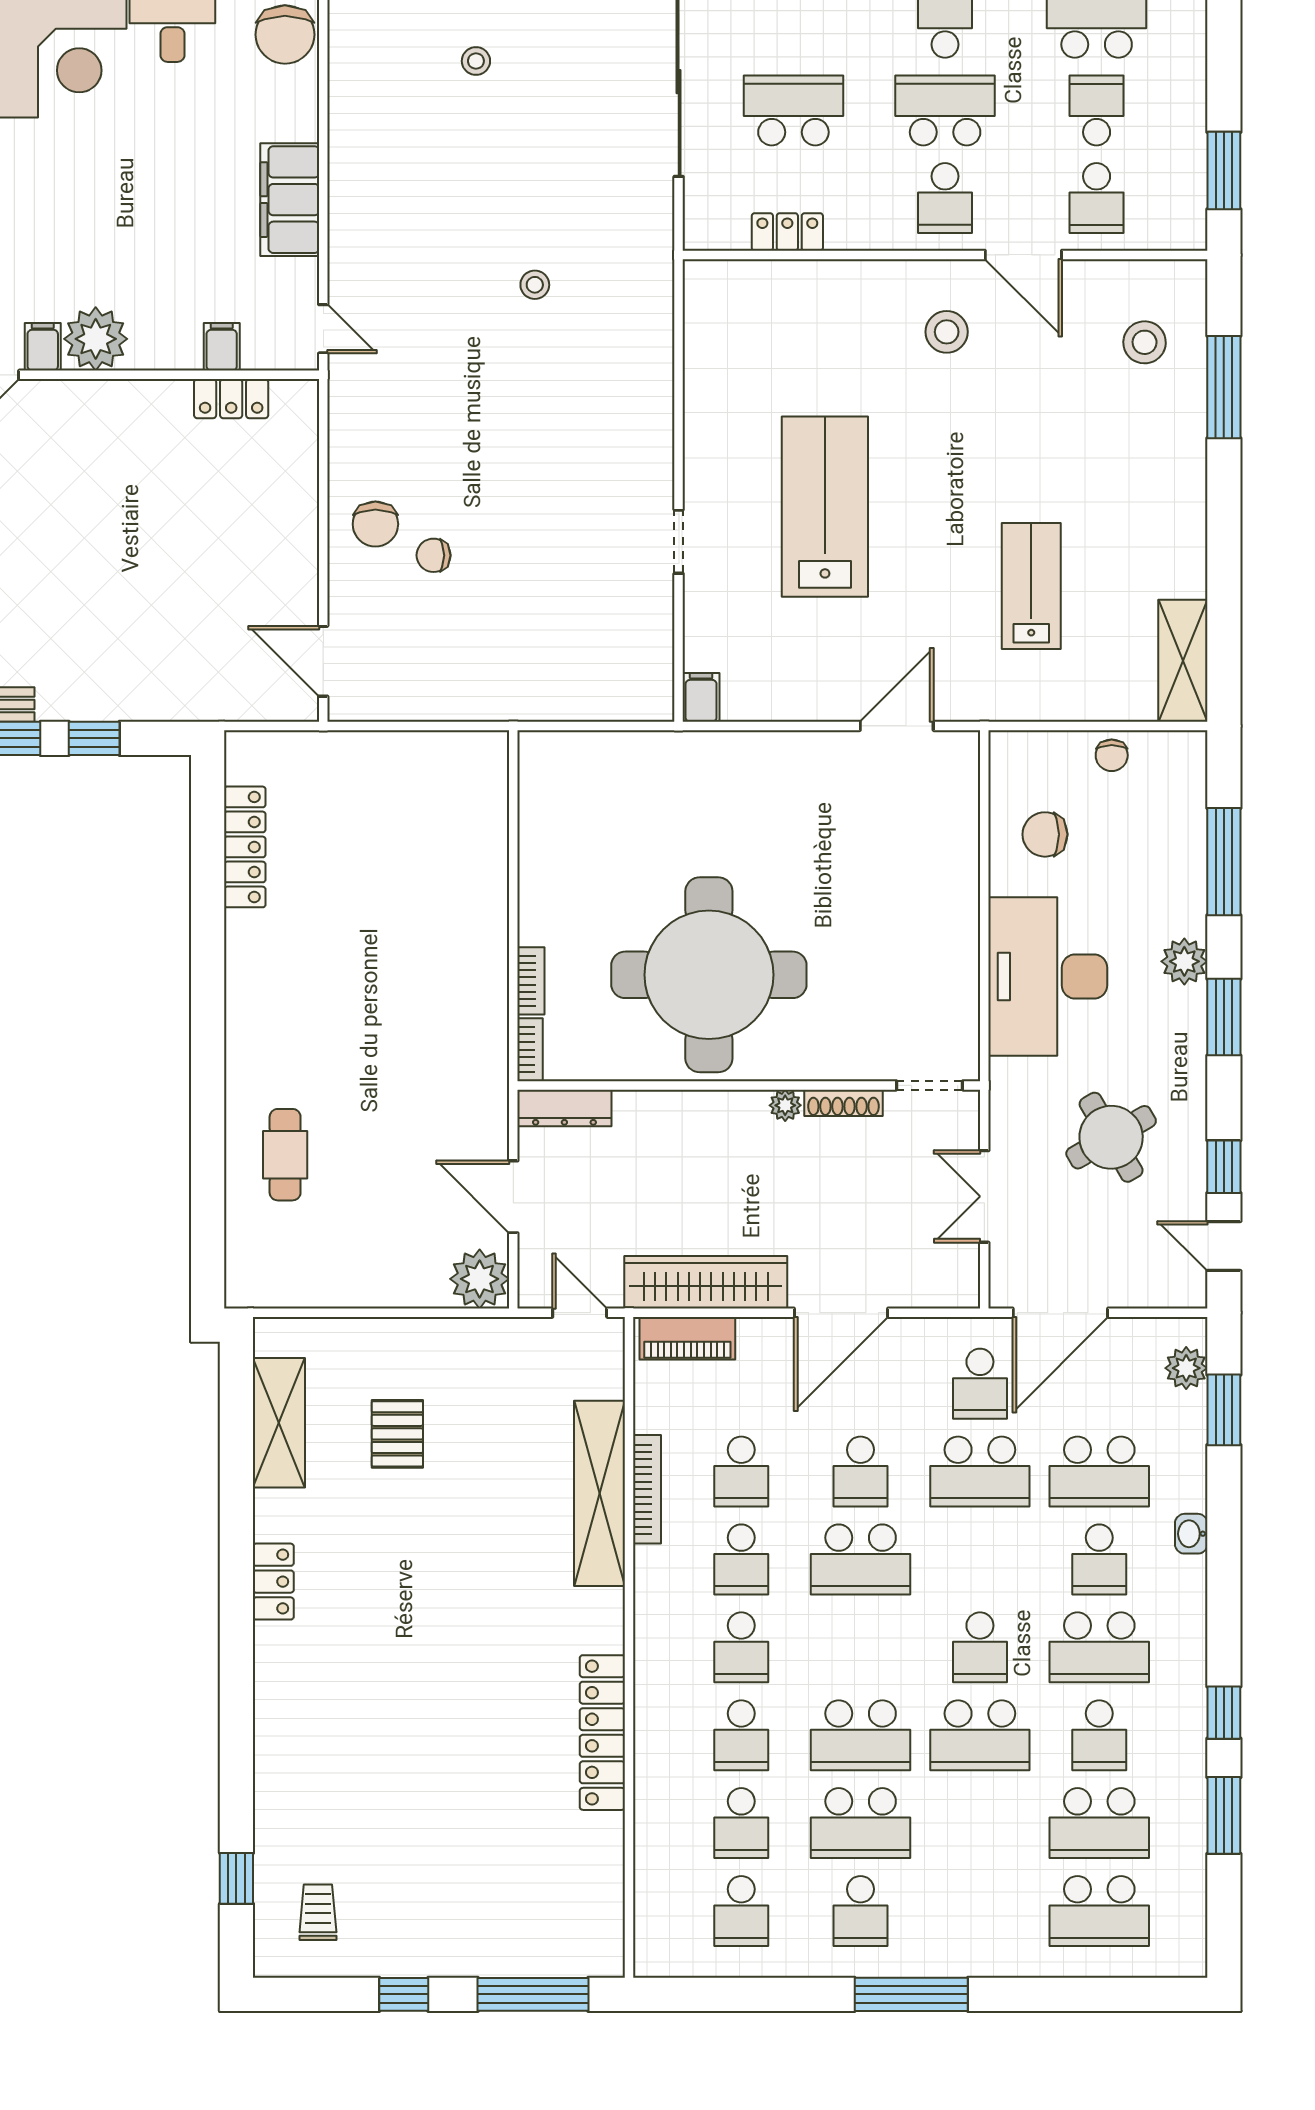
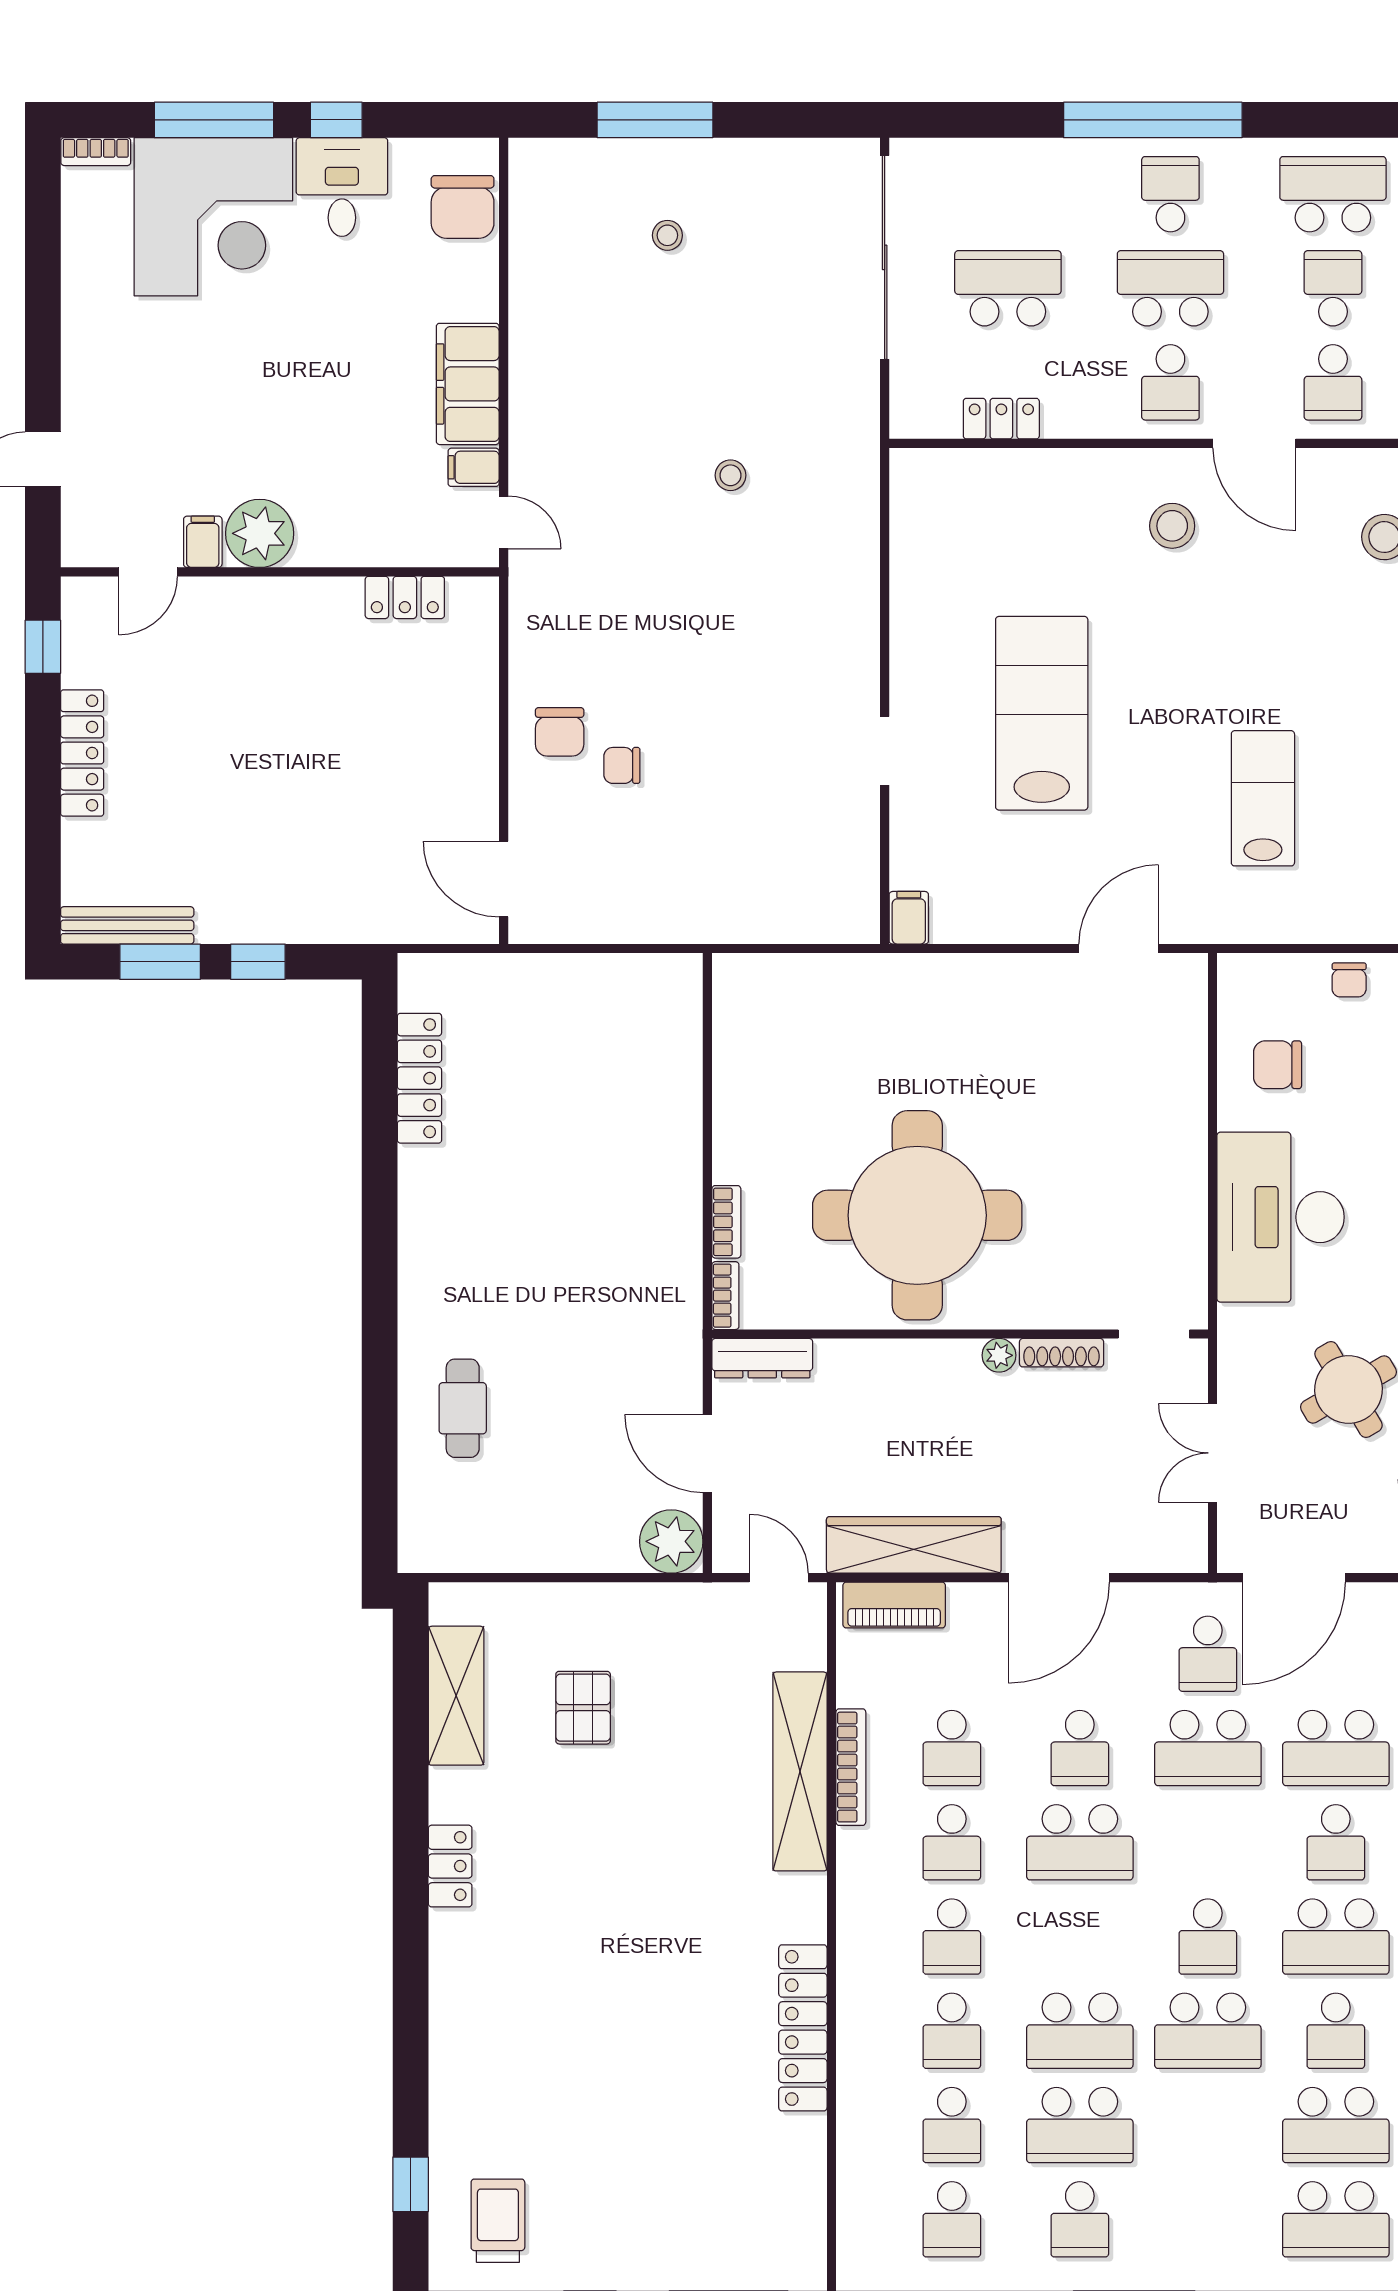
filing cabinet: (222, 347) -> (474, 467), moved, turned -90
trolley: (318, 1912) -> (498, 2221), width x1.36, depth x1.39

